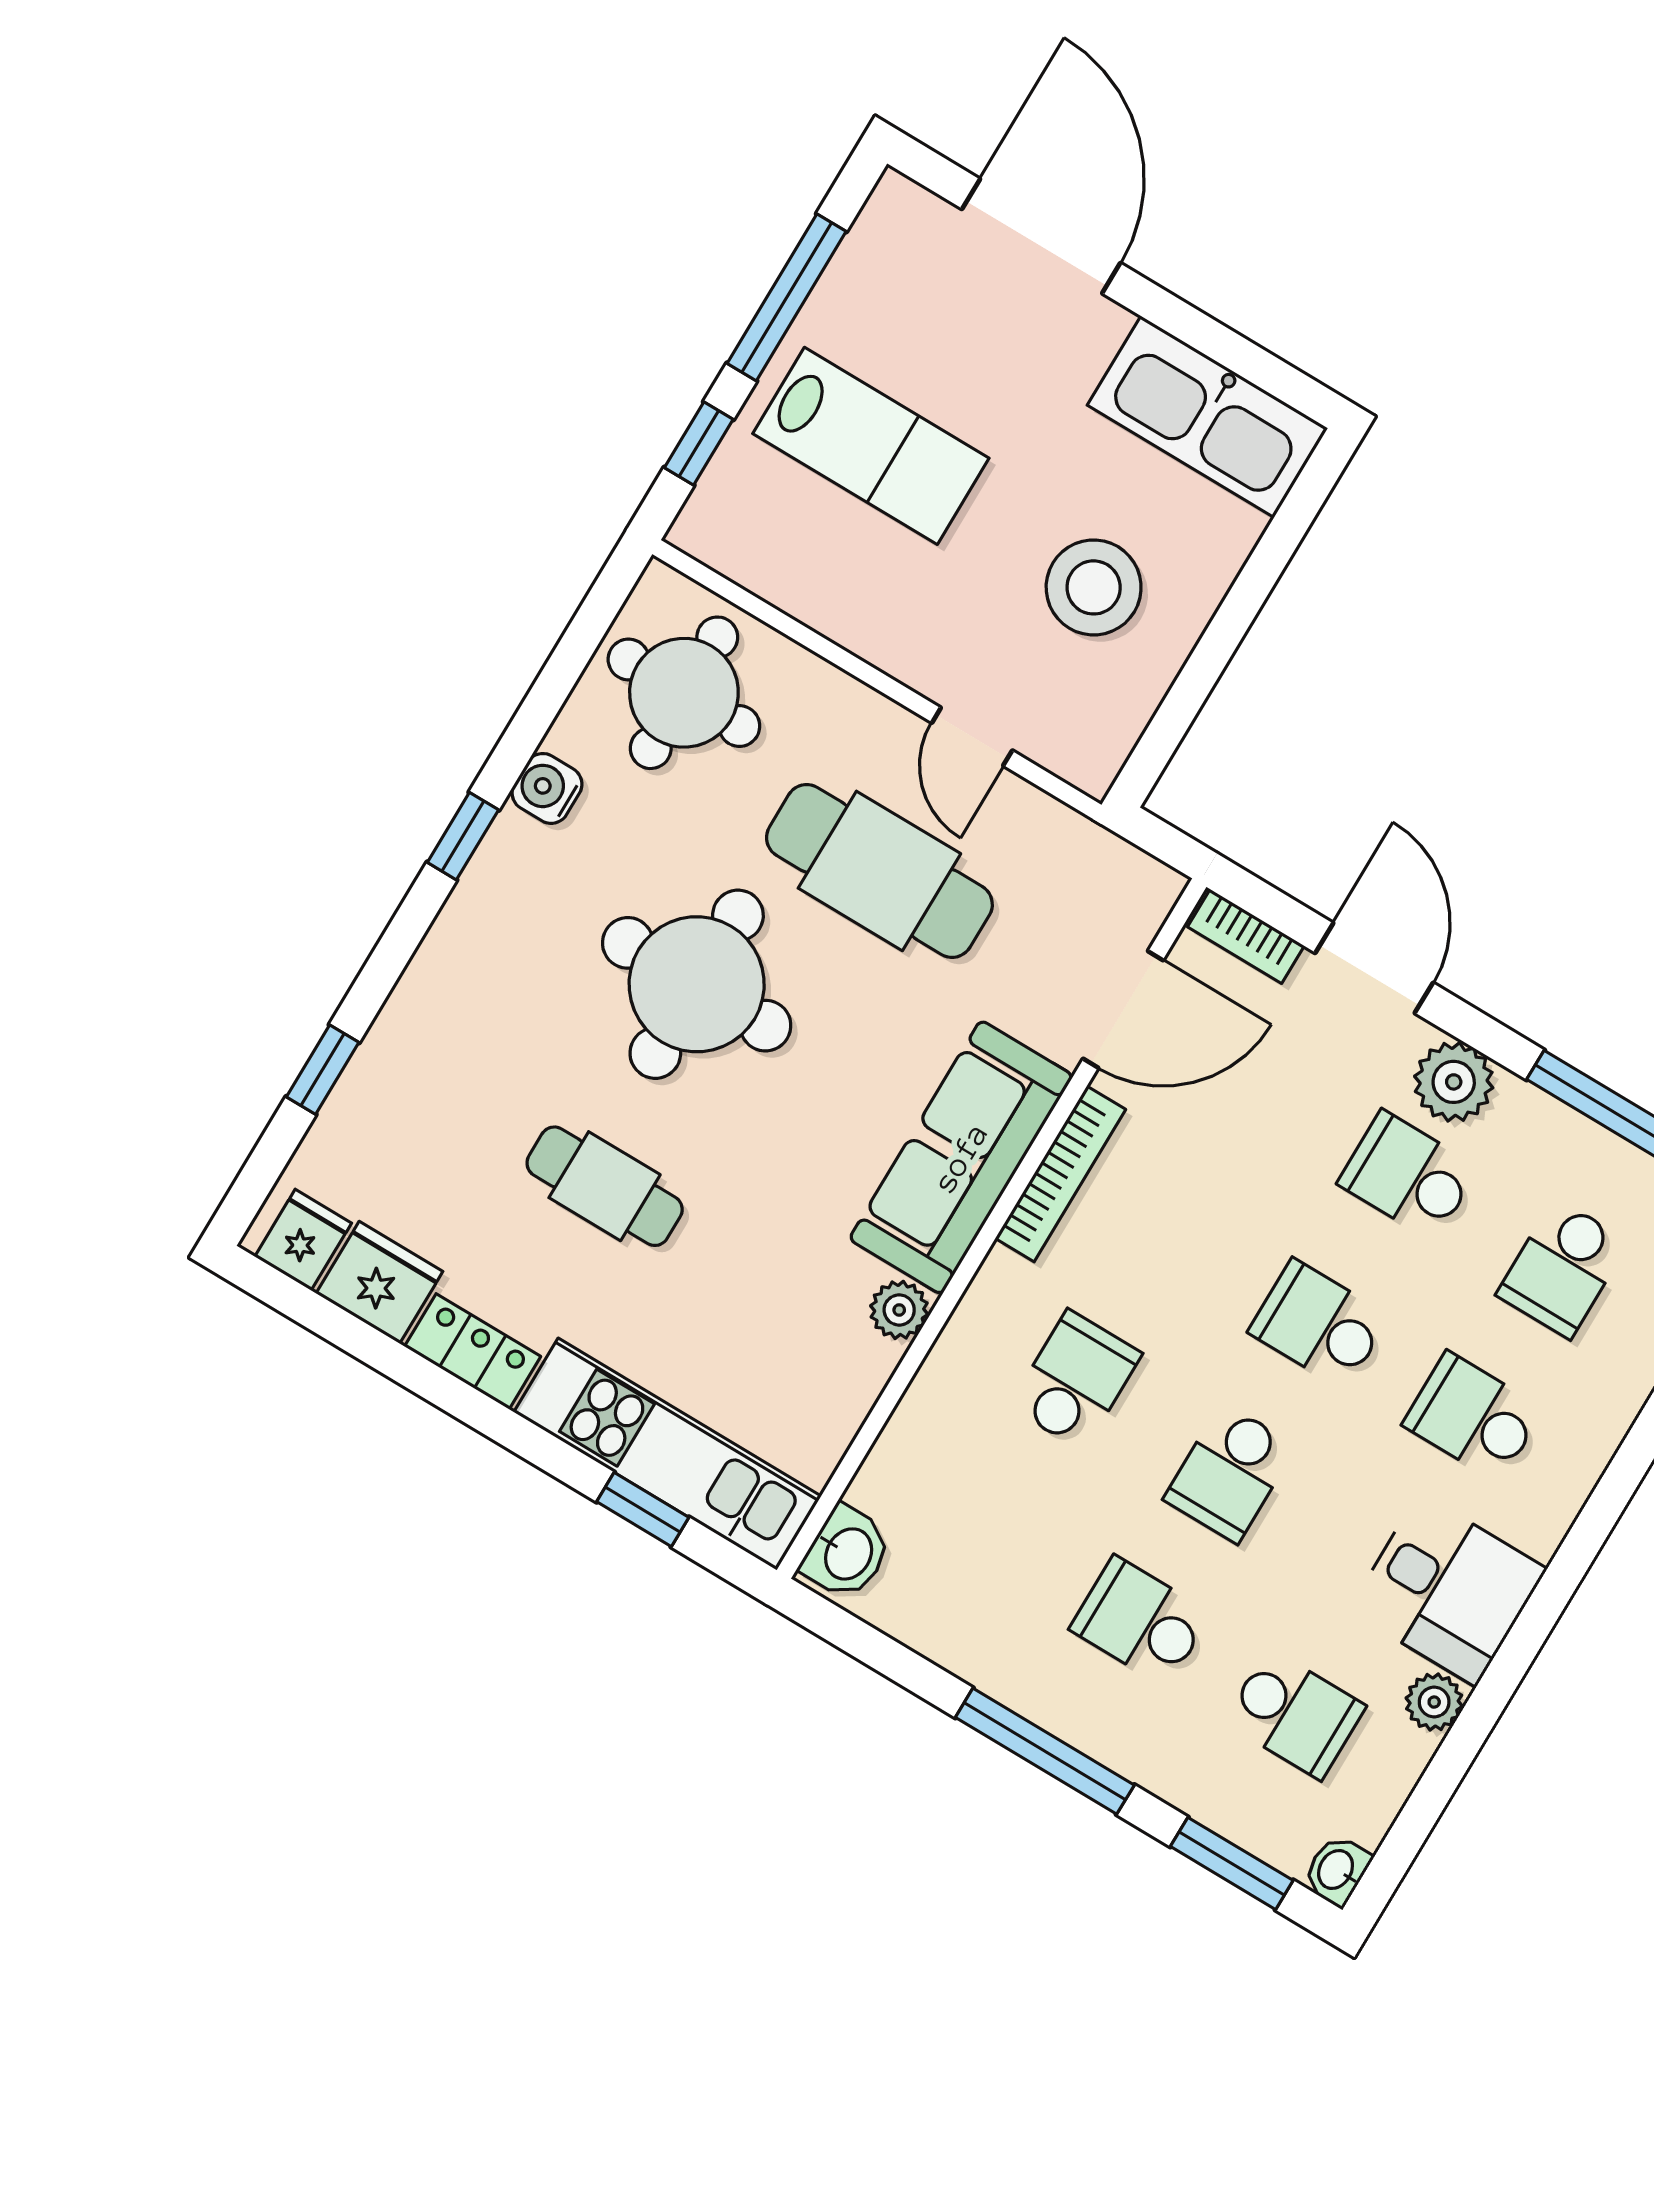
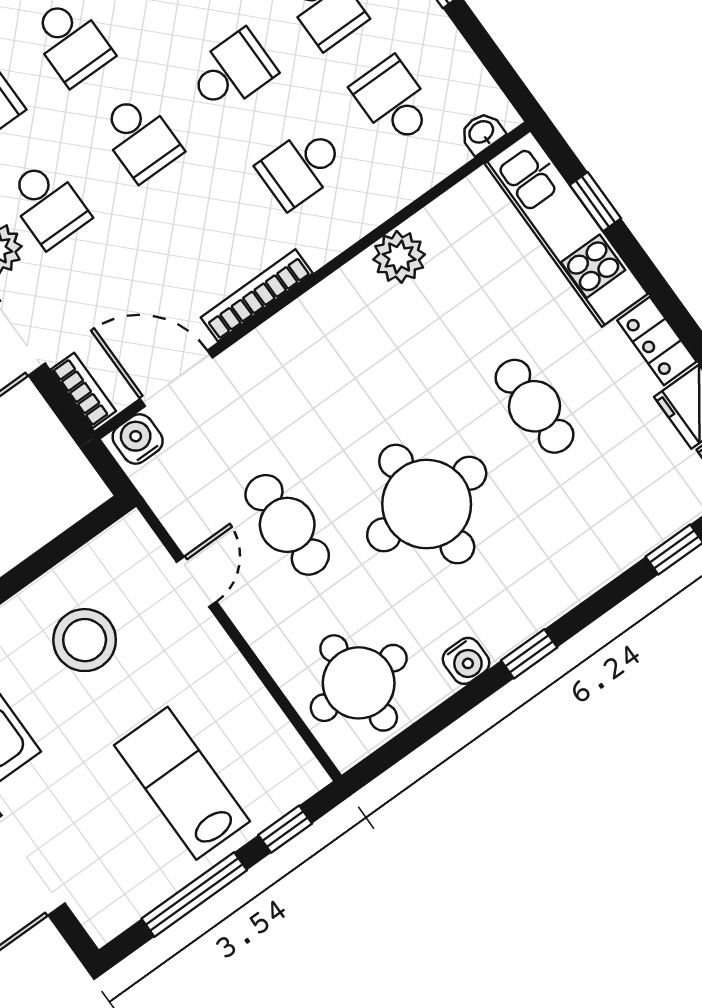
cafe table: (879, 871) -> (287, 525), width x0.73, depth x0.74
water cooler: (1141, 901) -> (138, 439), added
sofa: (961, 1157) -> (312, 331), removed
plant: (899, 1310) -> (399, 257), width x1.38, depth x1.38
school desk: (986, 1529) -> (393, 101), added
washbasin: (847, 1553) -> (482, 133), width x0.72, depth x0.69

